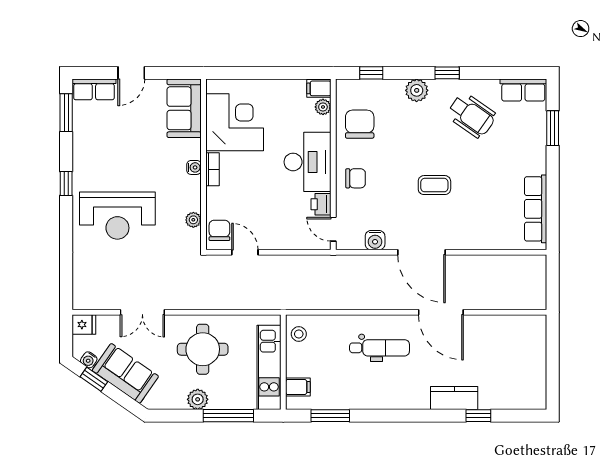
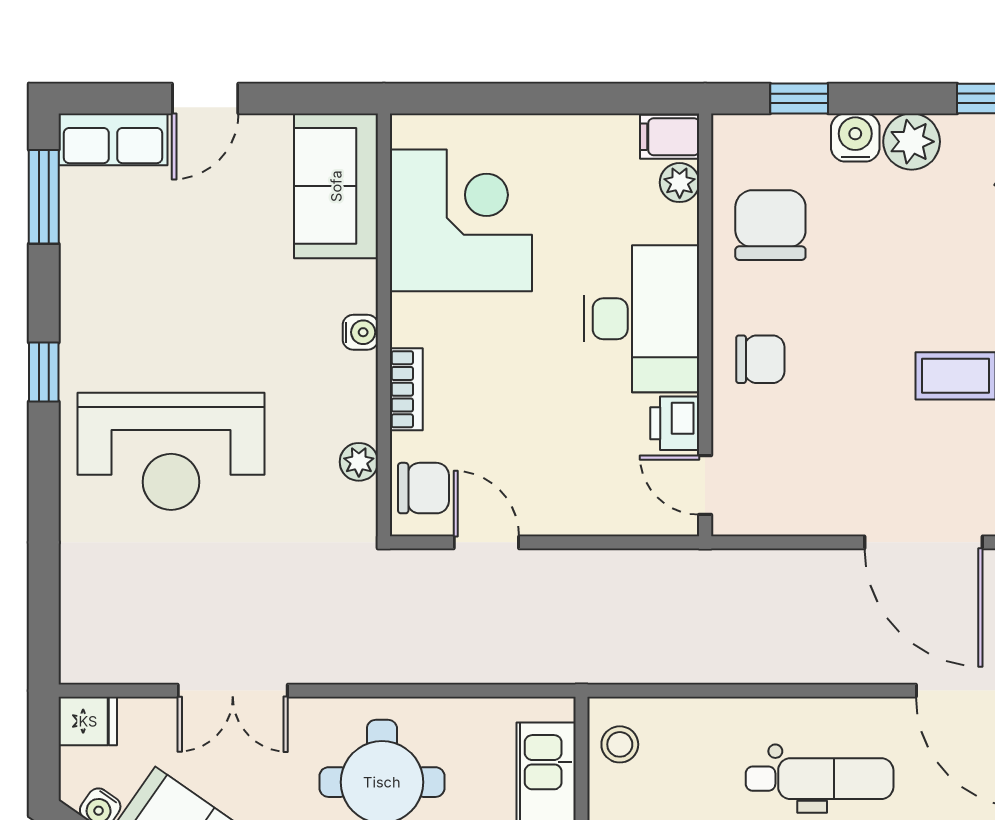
bookcase: (212, 169) -> (406, 389), moved
chair: (219, 230) -> (423, 488), turned 90
water cooler: (375, 240) -> (855, 138), moved, turned 180

